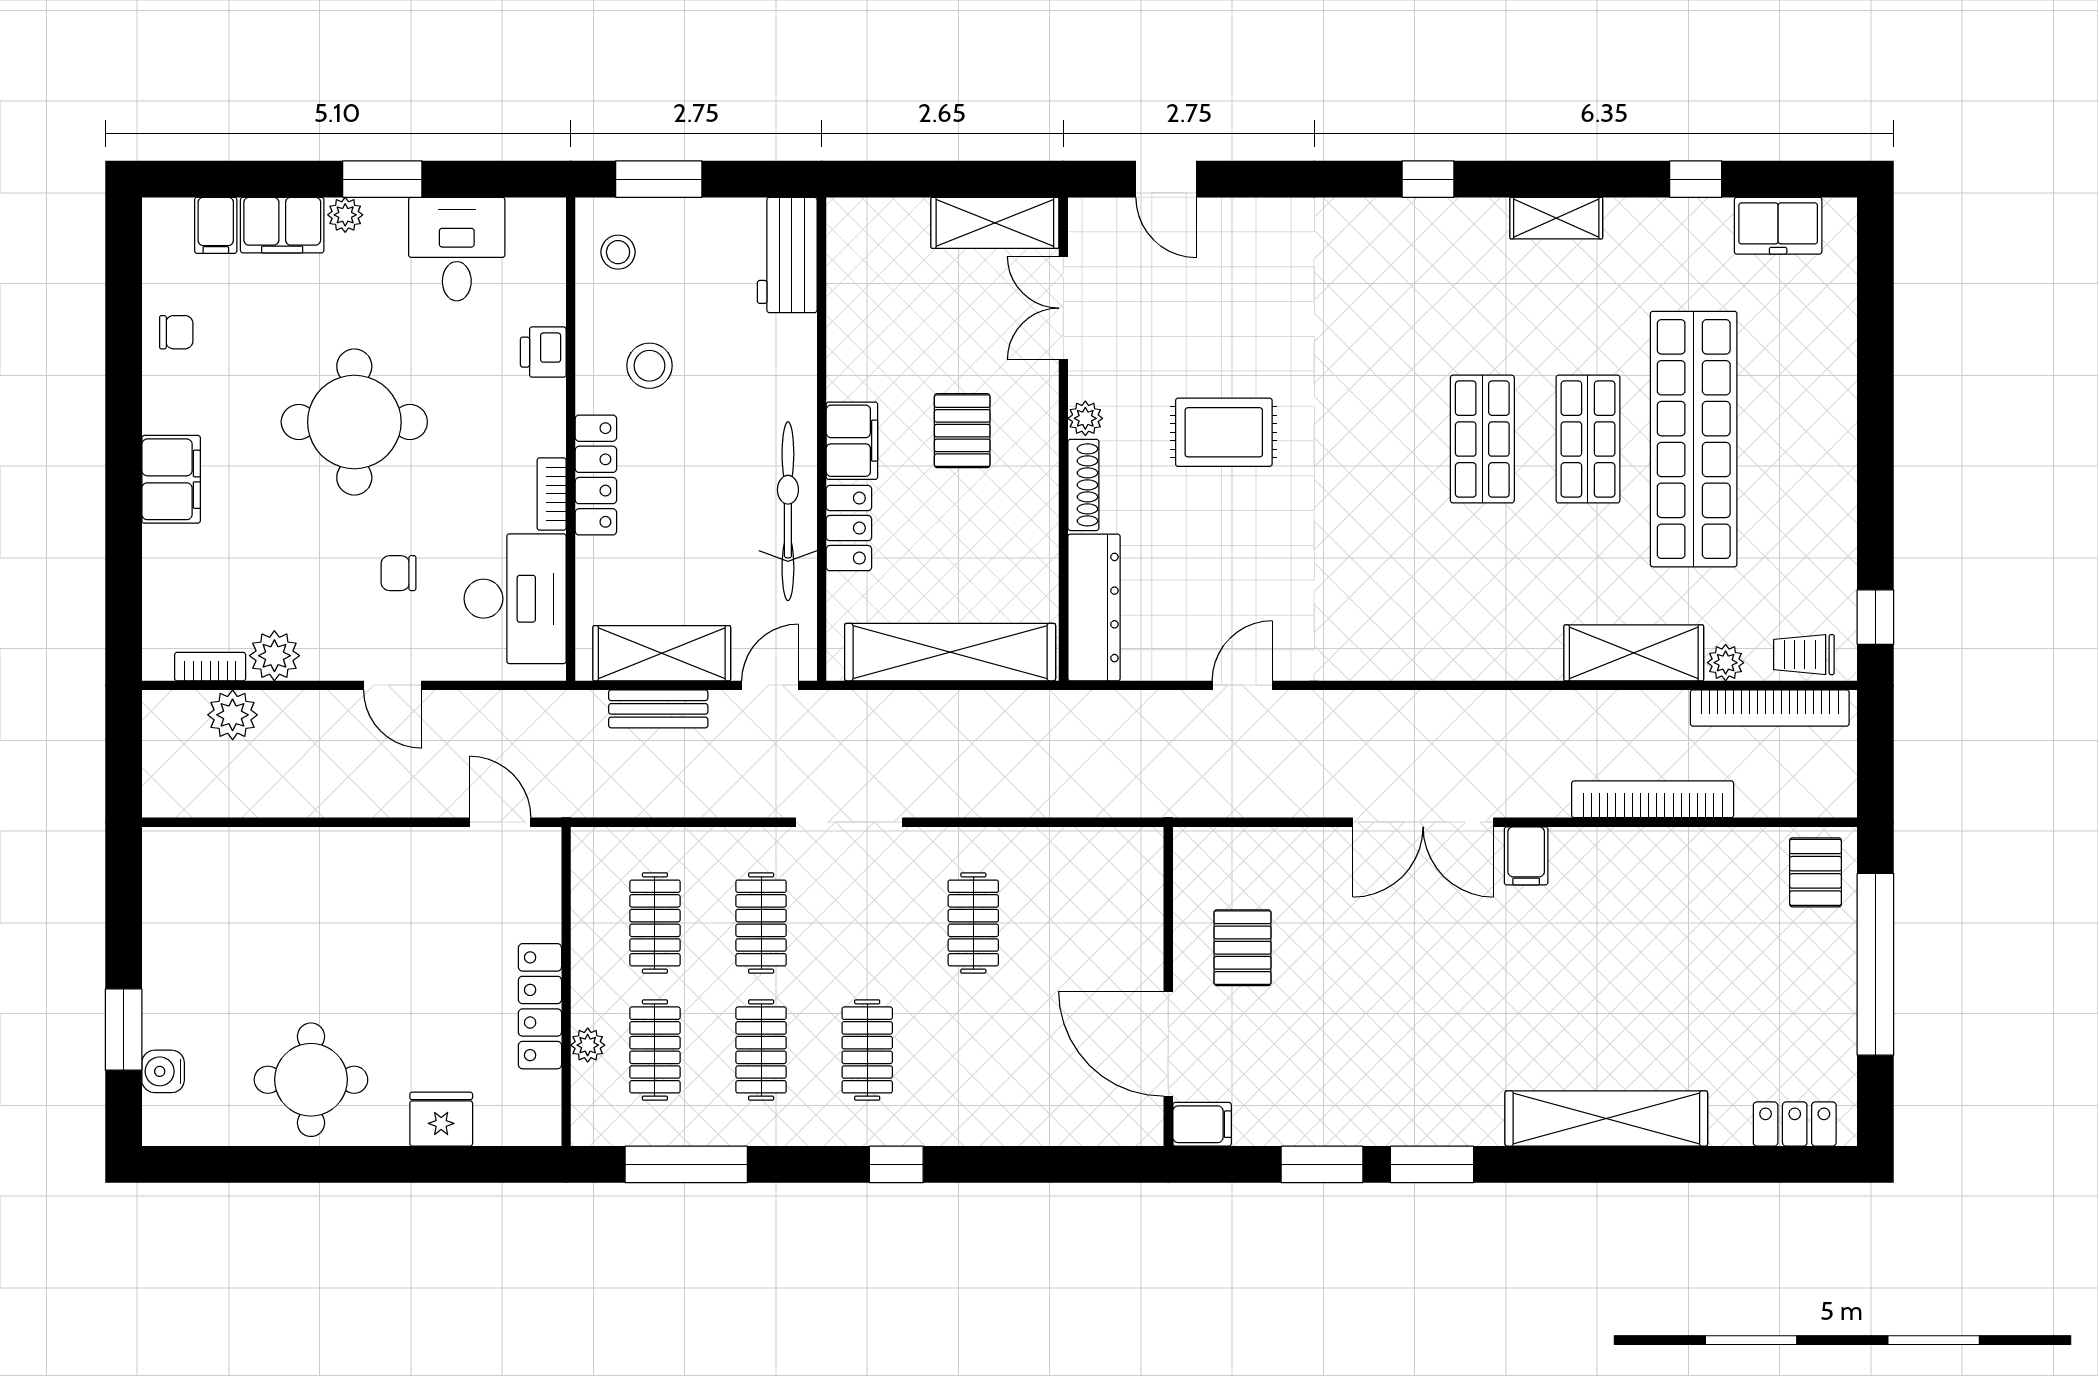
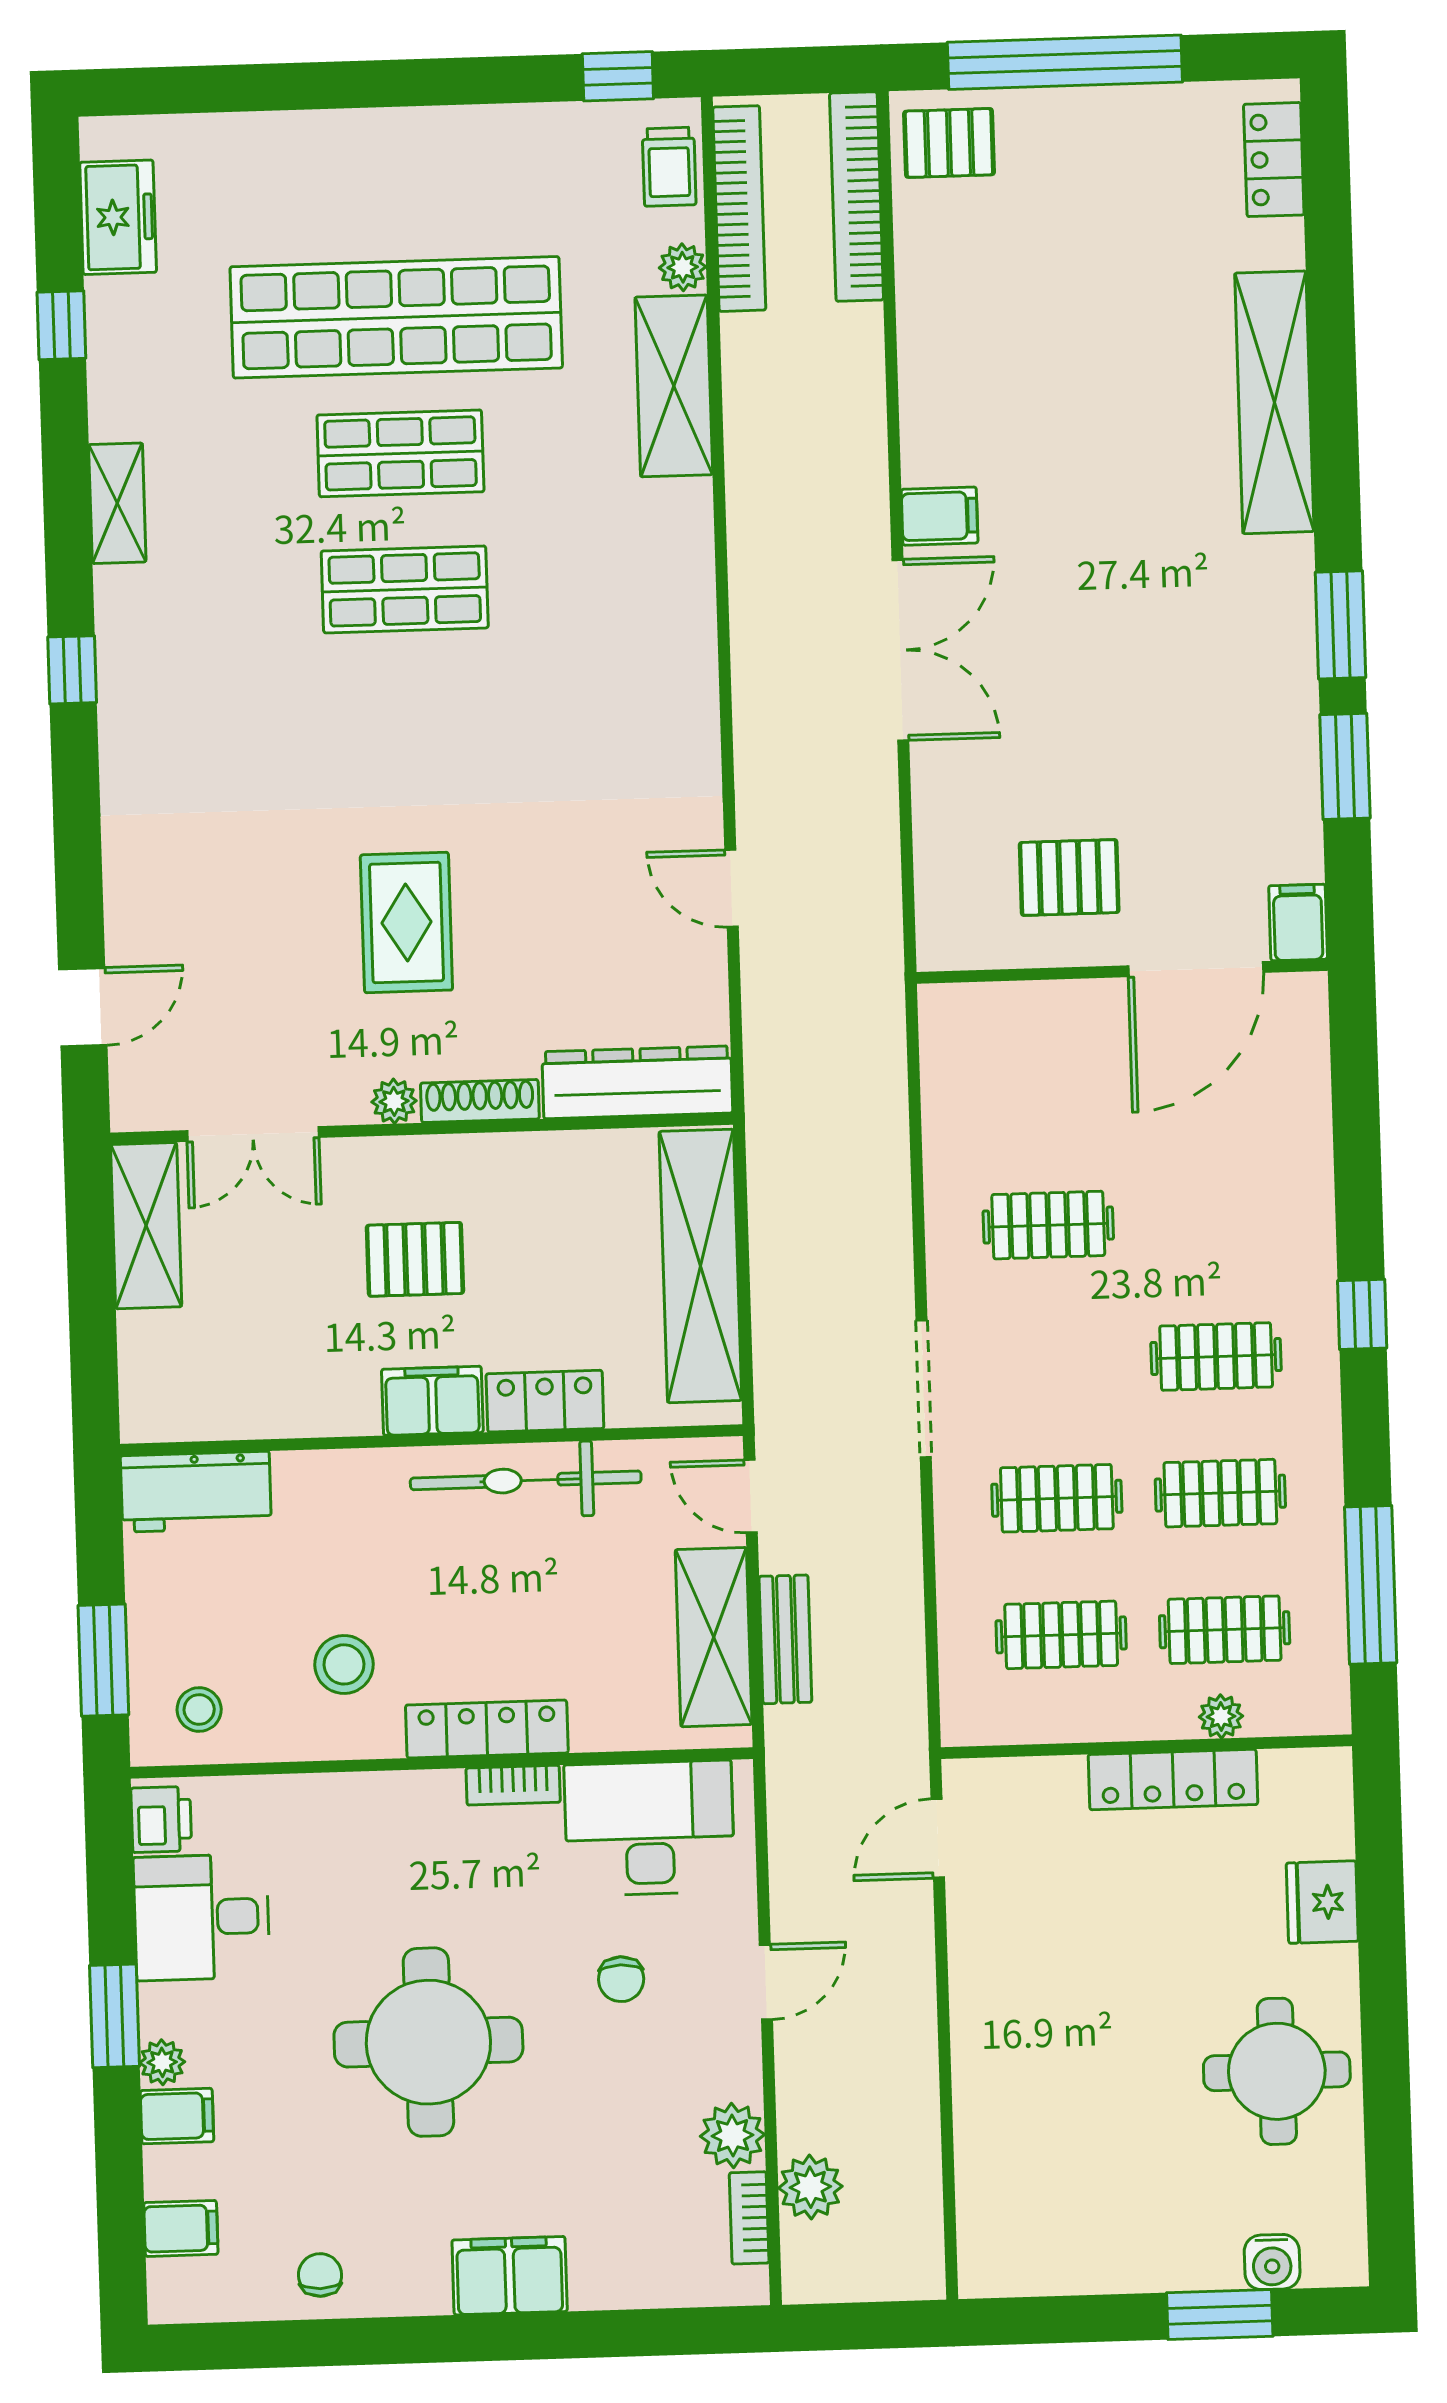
filing cabinet: (282, 225) -> (177, 2116), width x0.50
printer: (543, 352) -> (161, 1819), moved, turned -90
bookcase: (1653, 799) -> (857, 197), moved

